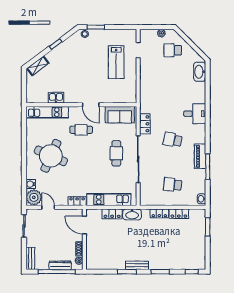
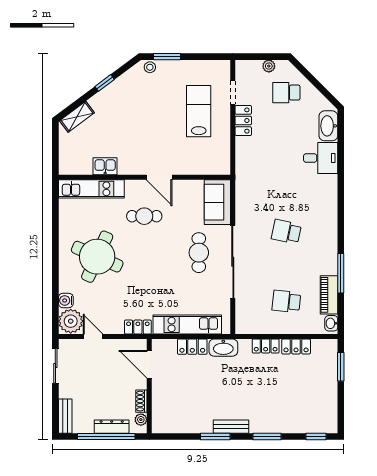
lab bench: (116, 62) -> (199, 111), turned 180
desk: (195, 114) -> (321, 158), moved
sofa: (120, 115) -> (217, 202), moved, turned 90
locker: (145, 124) -> (243, 121), moved
piano: (200, 156) -> (329, 295), moved

